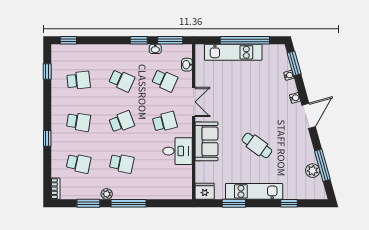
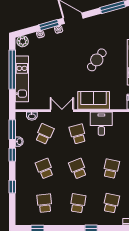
window: (68, 40) -> (12, 187), moved
window: (294, 63) -> (49, 25), moved
school desk: (122, 80) -> (45, 169), turned -45
plant: (313, 171) -> (23, 41), moved

